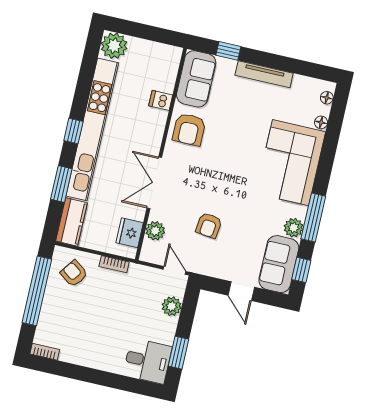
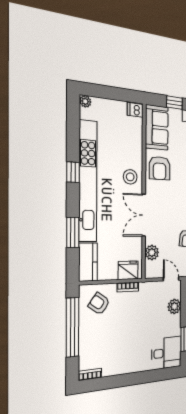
plant: (114, 46) -> (85, 101), width x0.53, depth x0.53
dishwasher: (161, 100) -> (135, 110), moved
window: (73, 131) -> (73, 172), moved
stool: (147, 133) -> (130, 177), added
fridge: (130, 233) -> (128, 270), moved, turned 90

